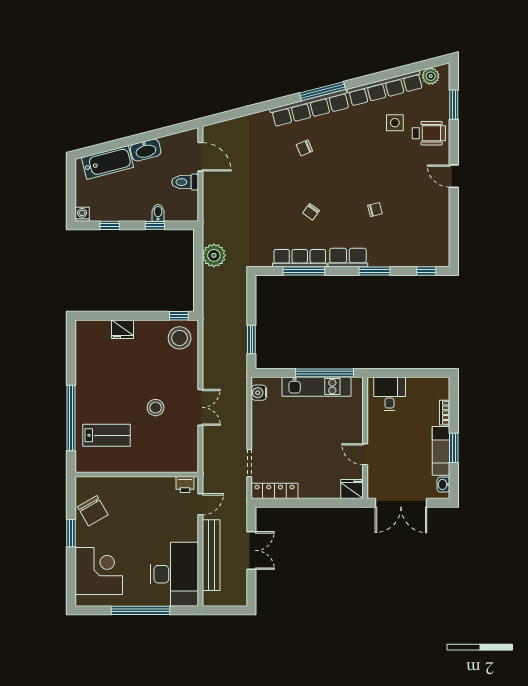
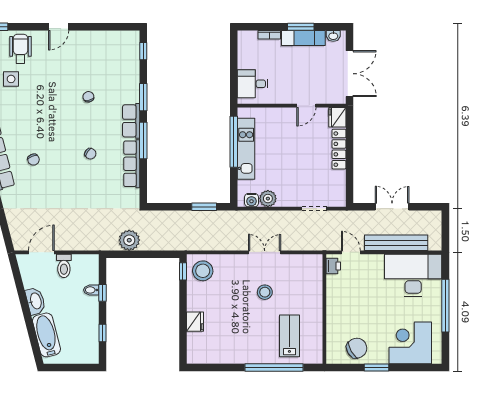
washing machine: (82, 214) -> (93, 358), removed
window: (304, 271) -> (143, 140), moved
plant: (261, 411) -> (268, 199), added
locker: (275, 491) -> (339, 149), moved

